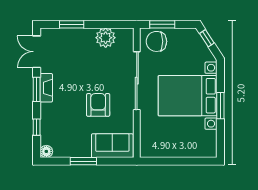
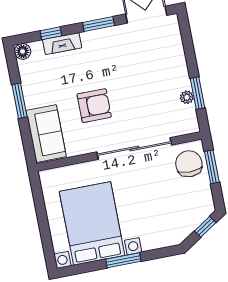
window: (72, 24) -> (197, 93), moved
plant: (106, 38) -> (187, 97), width x0.53, depth x0.53
fireplace: (46, 88) -> (62, 44), moved
bed with nightstands: (188, 96) -> (92, 223), moved

